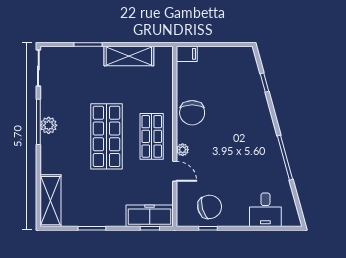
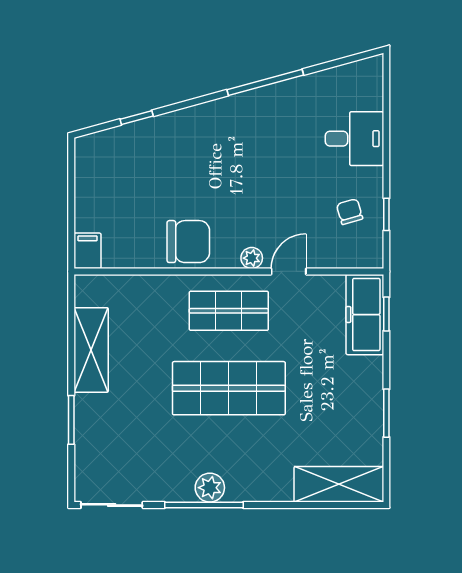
chair: (210, 207) -> (350, 212), width x0.54, depth x0.54
desk: (265, 210) -> (354, 139), moved

